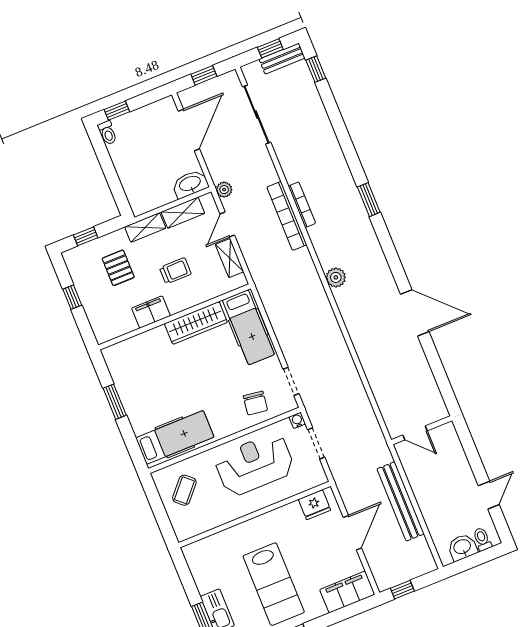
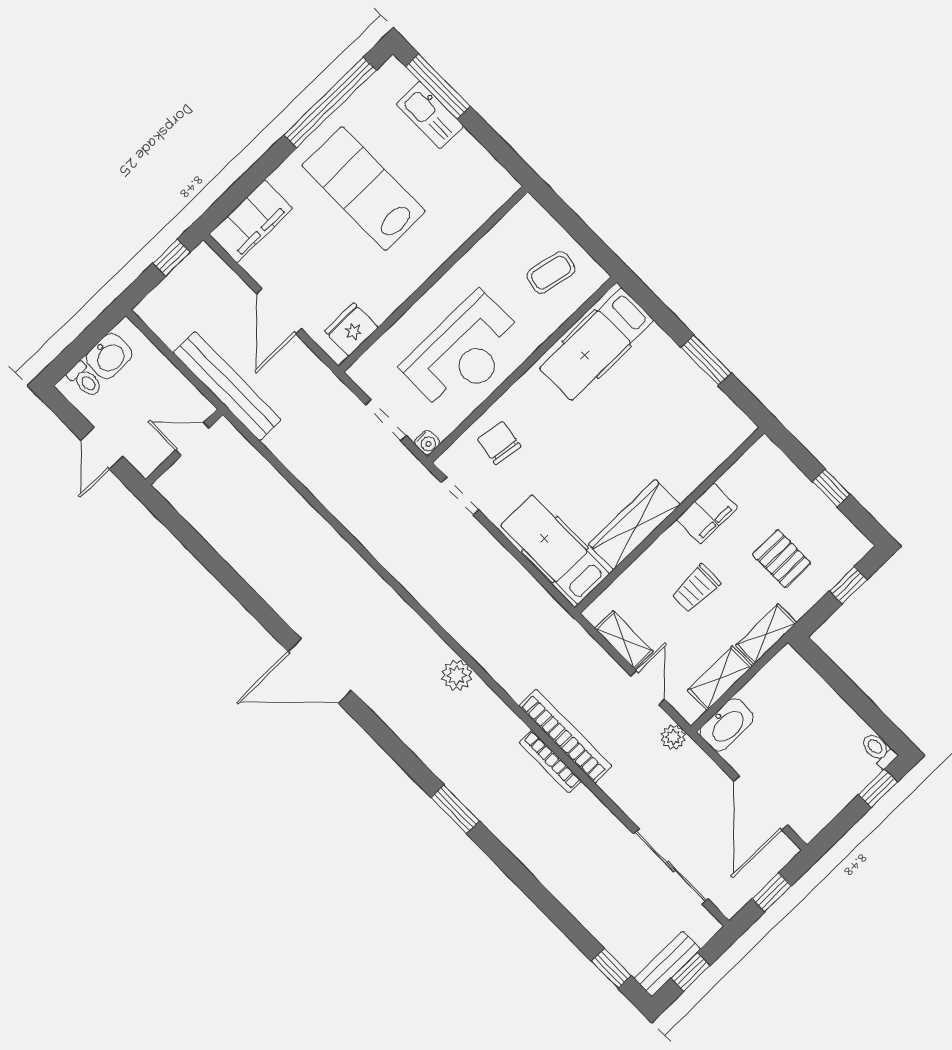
wall: (422, 430) -> (184, 447), moved
door: (415, 433) -> (192, 439), moved
coffee table: (184, 490) -> (551, 272), turned 60

